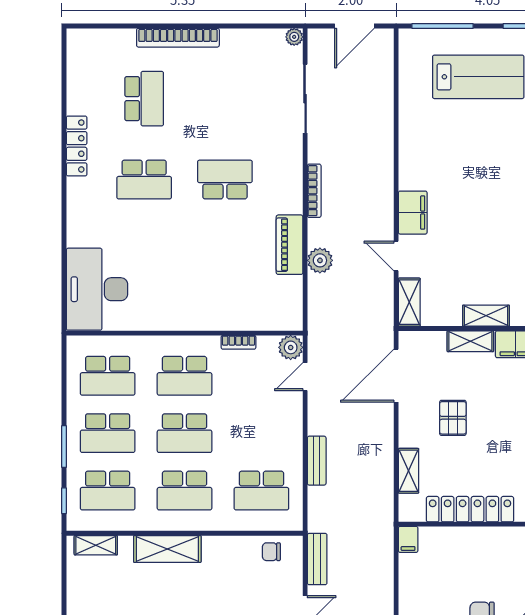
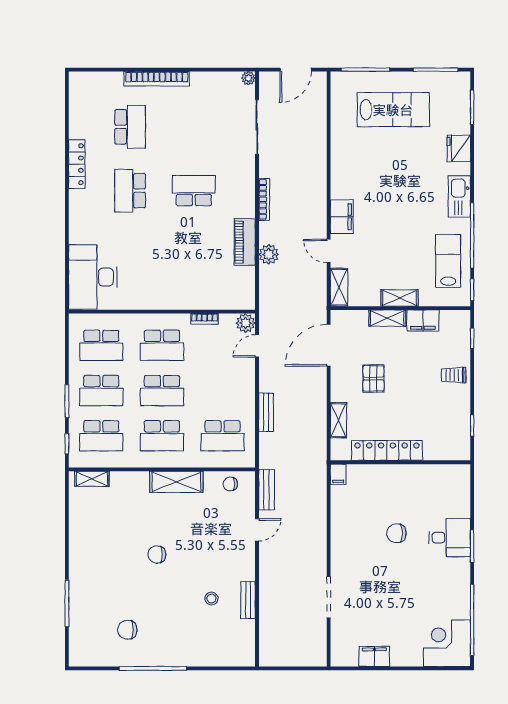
school desk: (144, 180) -> (130, 191), turned 90
shelving: (167, 549) -> (176, 482), moved

